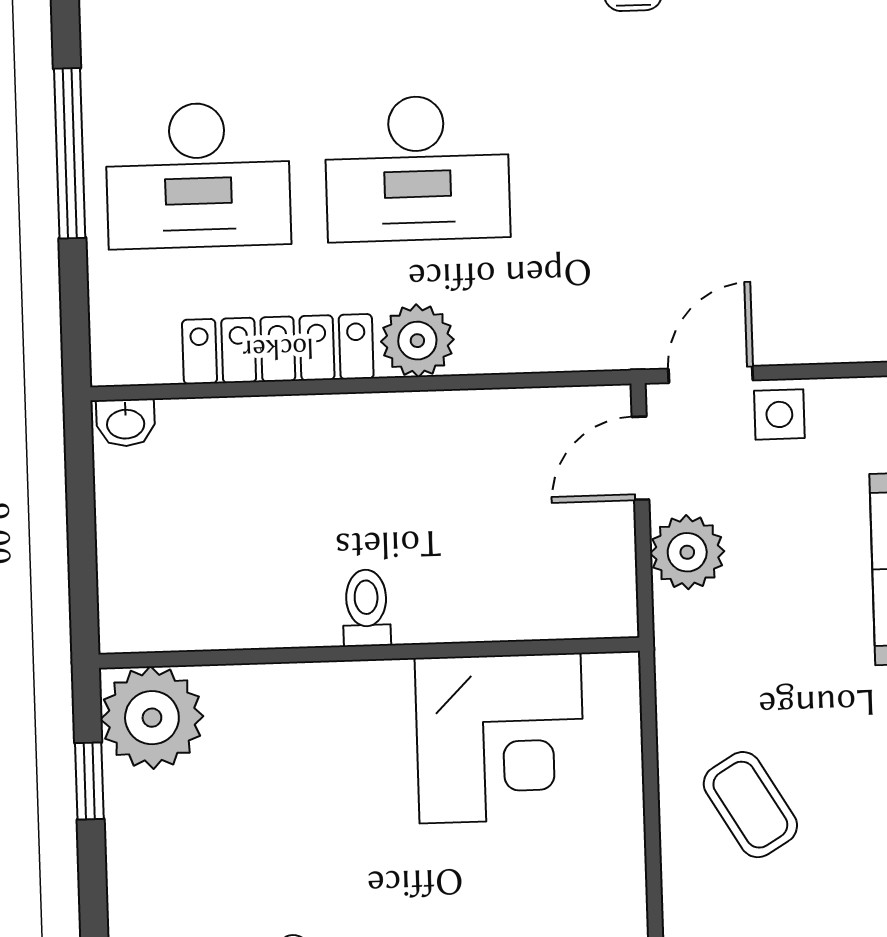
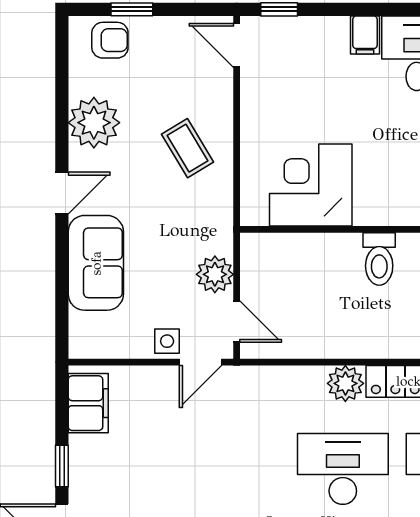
door: (640, 458) -> (237, 322), hinge flipped
toilet: (366, 608) -> (379, 259), width x1.37, depth x1.39

